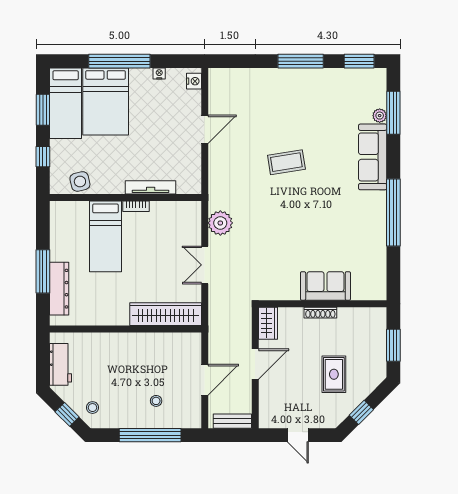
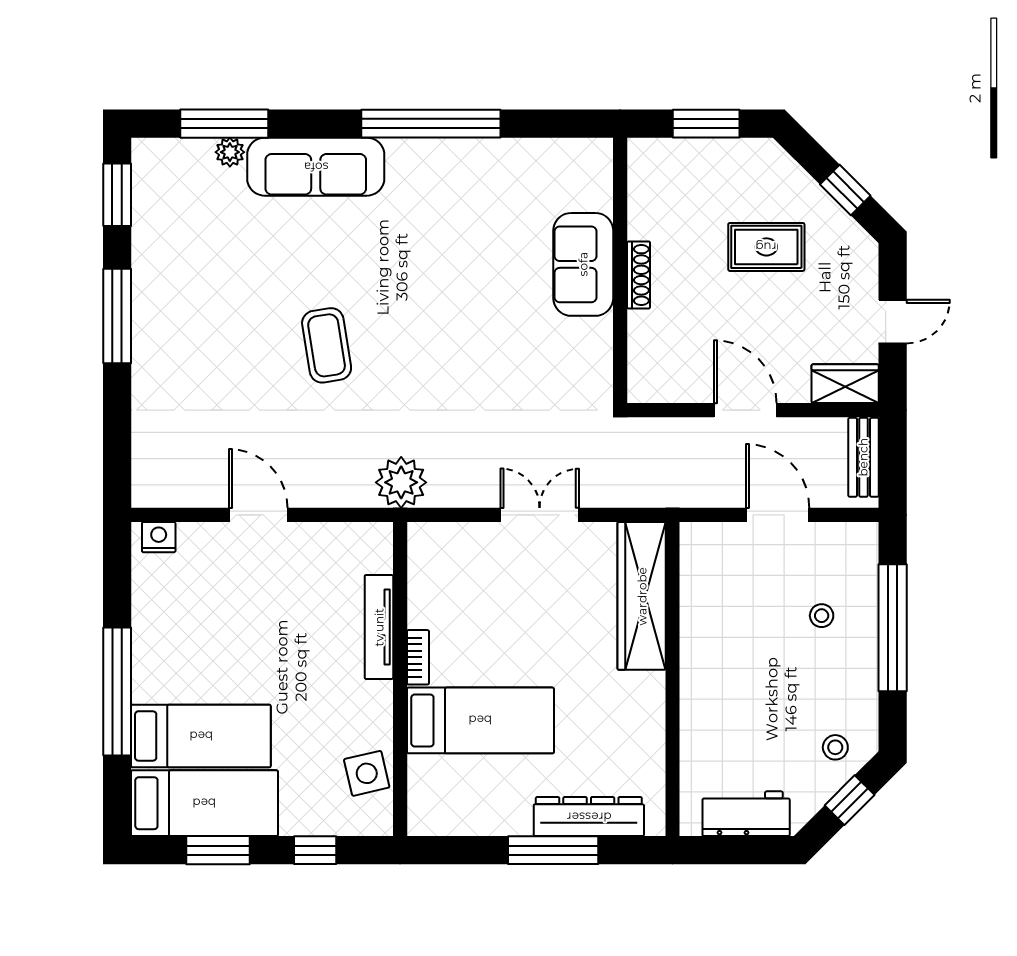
nightstand: (159, 74) -> (143, 609), removed
bed: (106, 101) -> (201, 736), width x0.67
plant: (220, 223) -> (401, 482), moved
double door: (205, 265) -> (540, 515), swing flipped
wardrobe: (268, 323) -> (845, 384), moved

